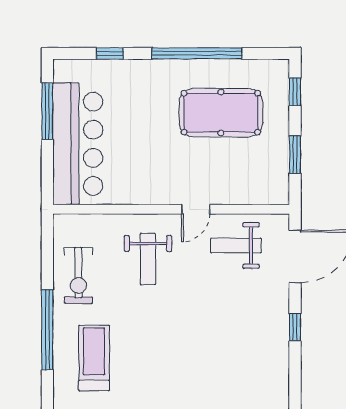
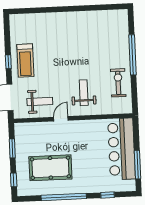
treadmill: (94, 358) -> (25, 60), moved

